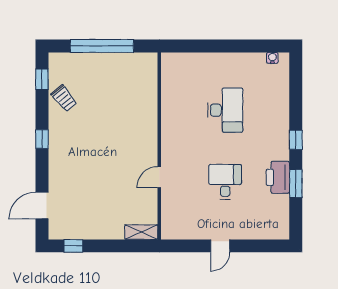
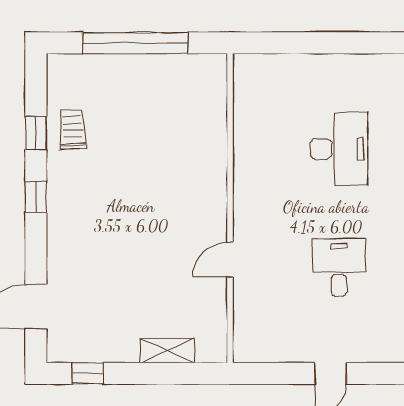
window: (42, 79) -> (36, 133), moved
trolley: (64, 98) -> (72, 129), turned -143
shelving: (141, 232) -> (167, 351), moved

